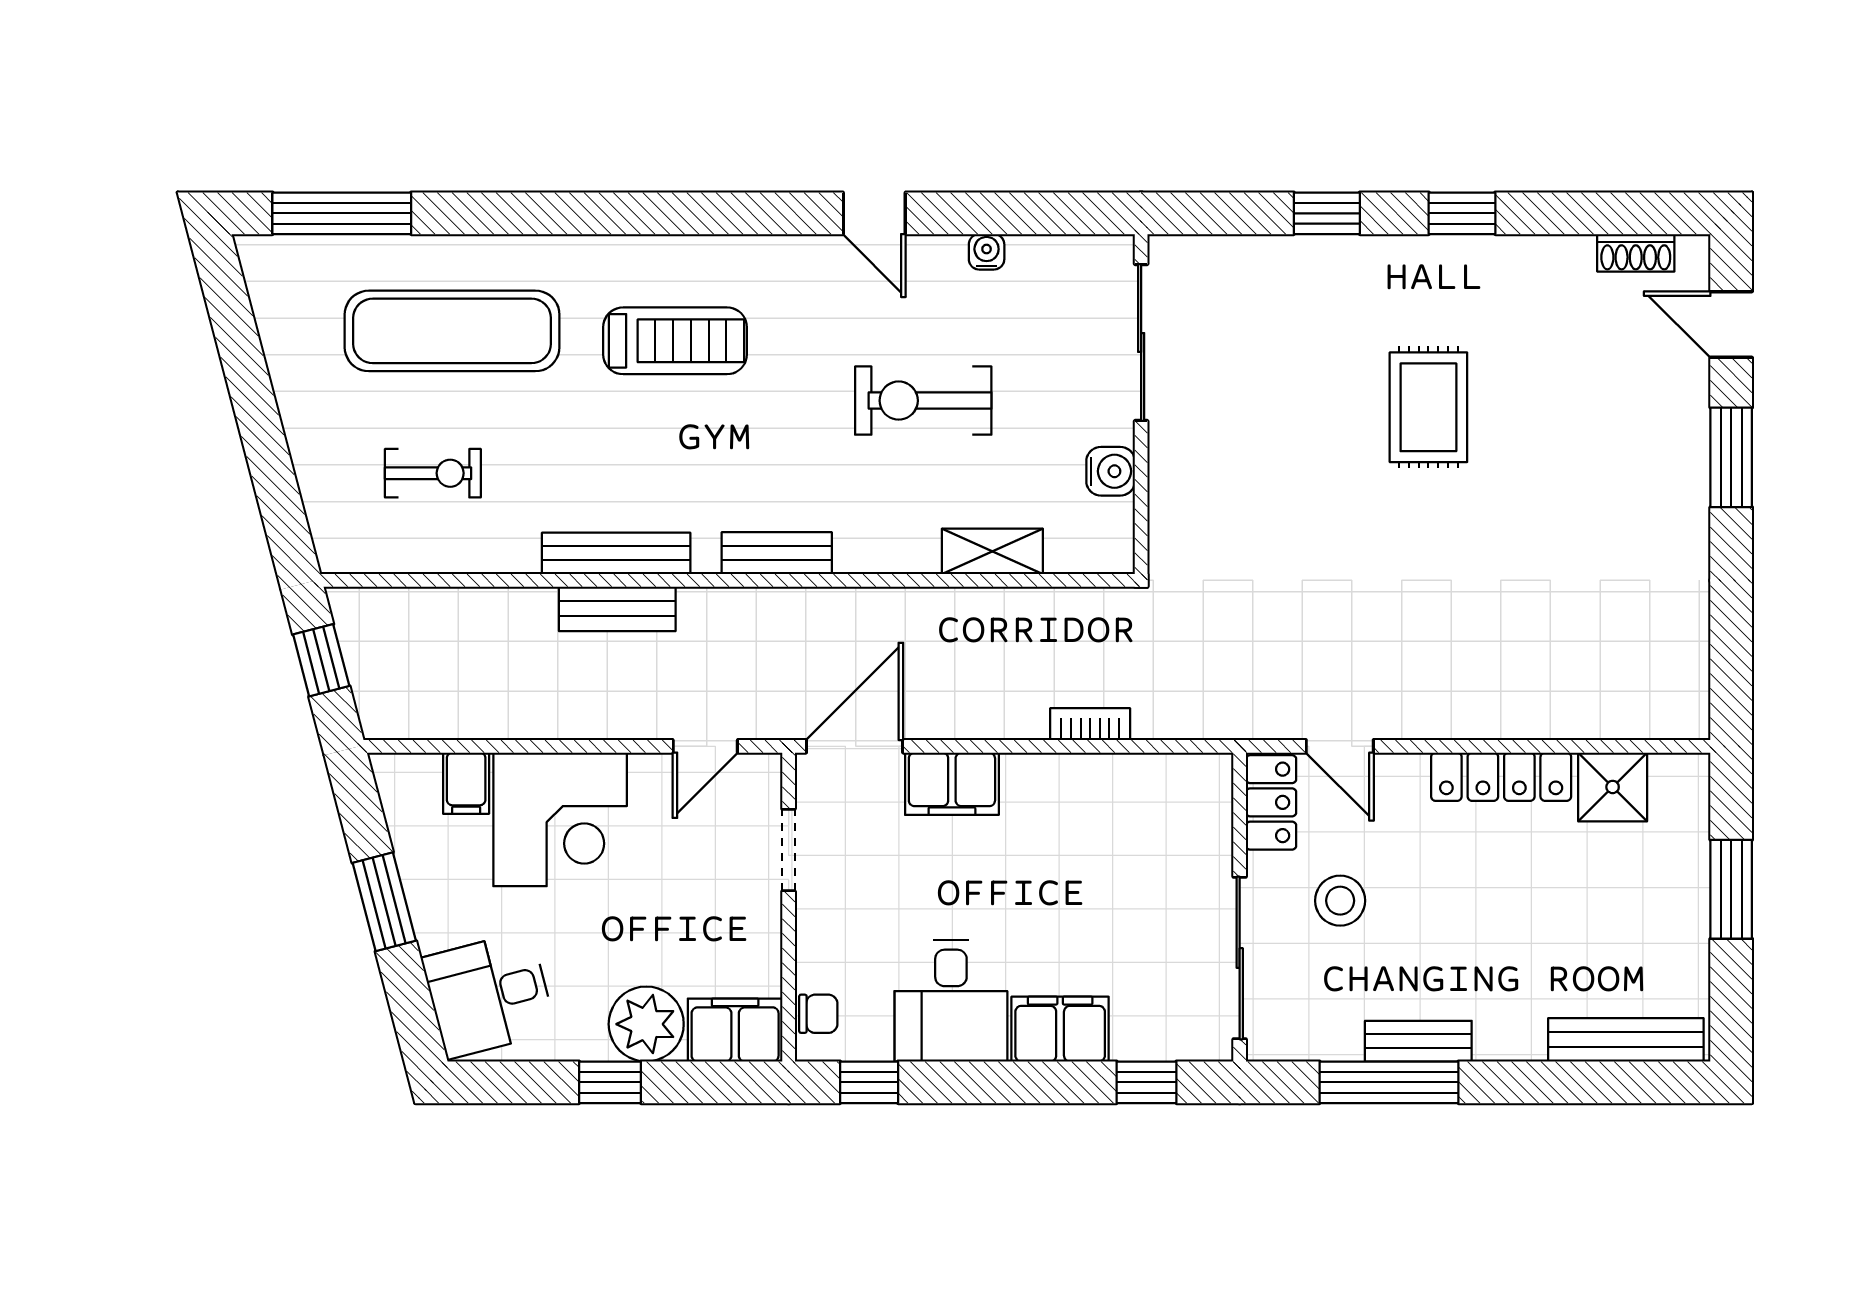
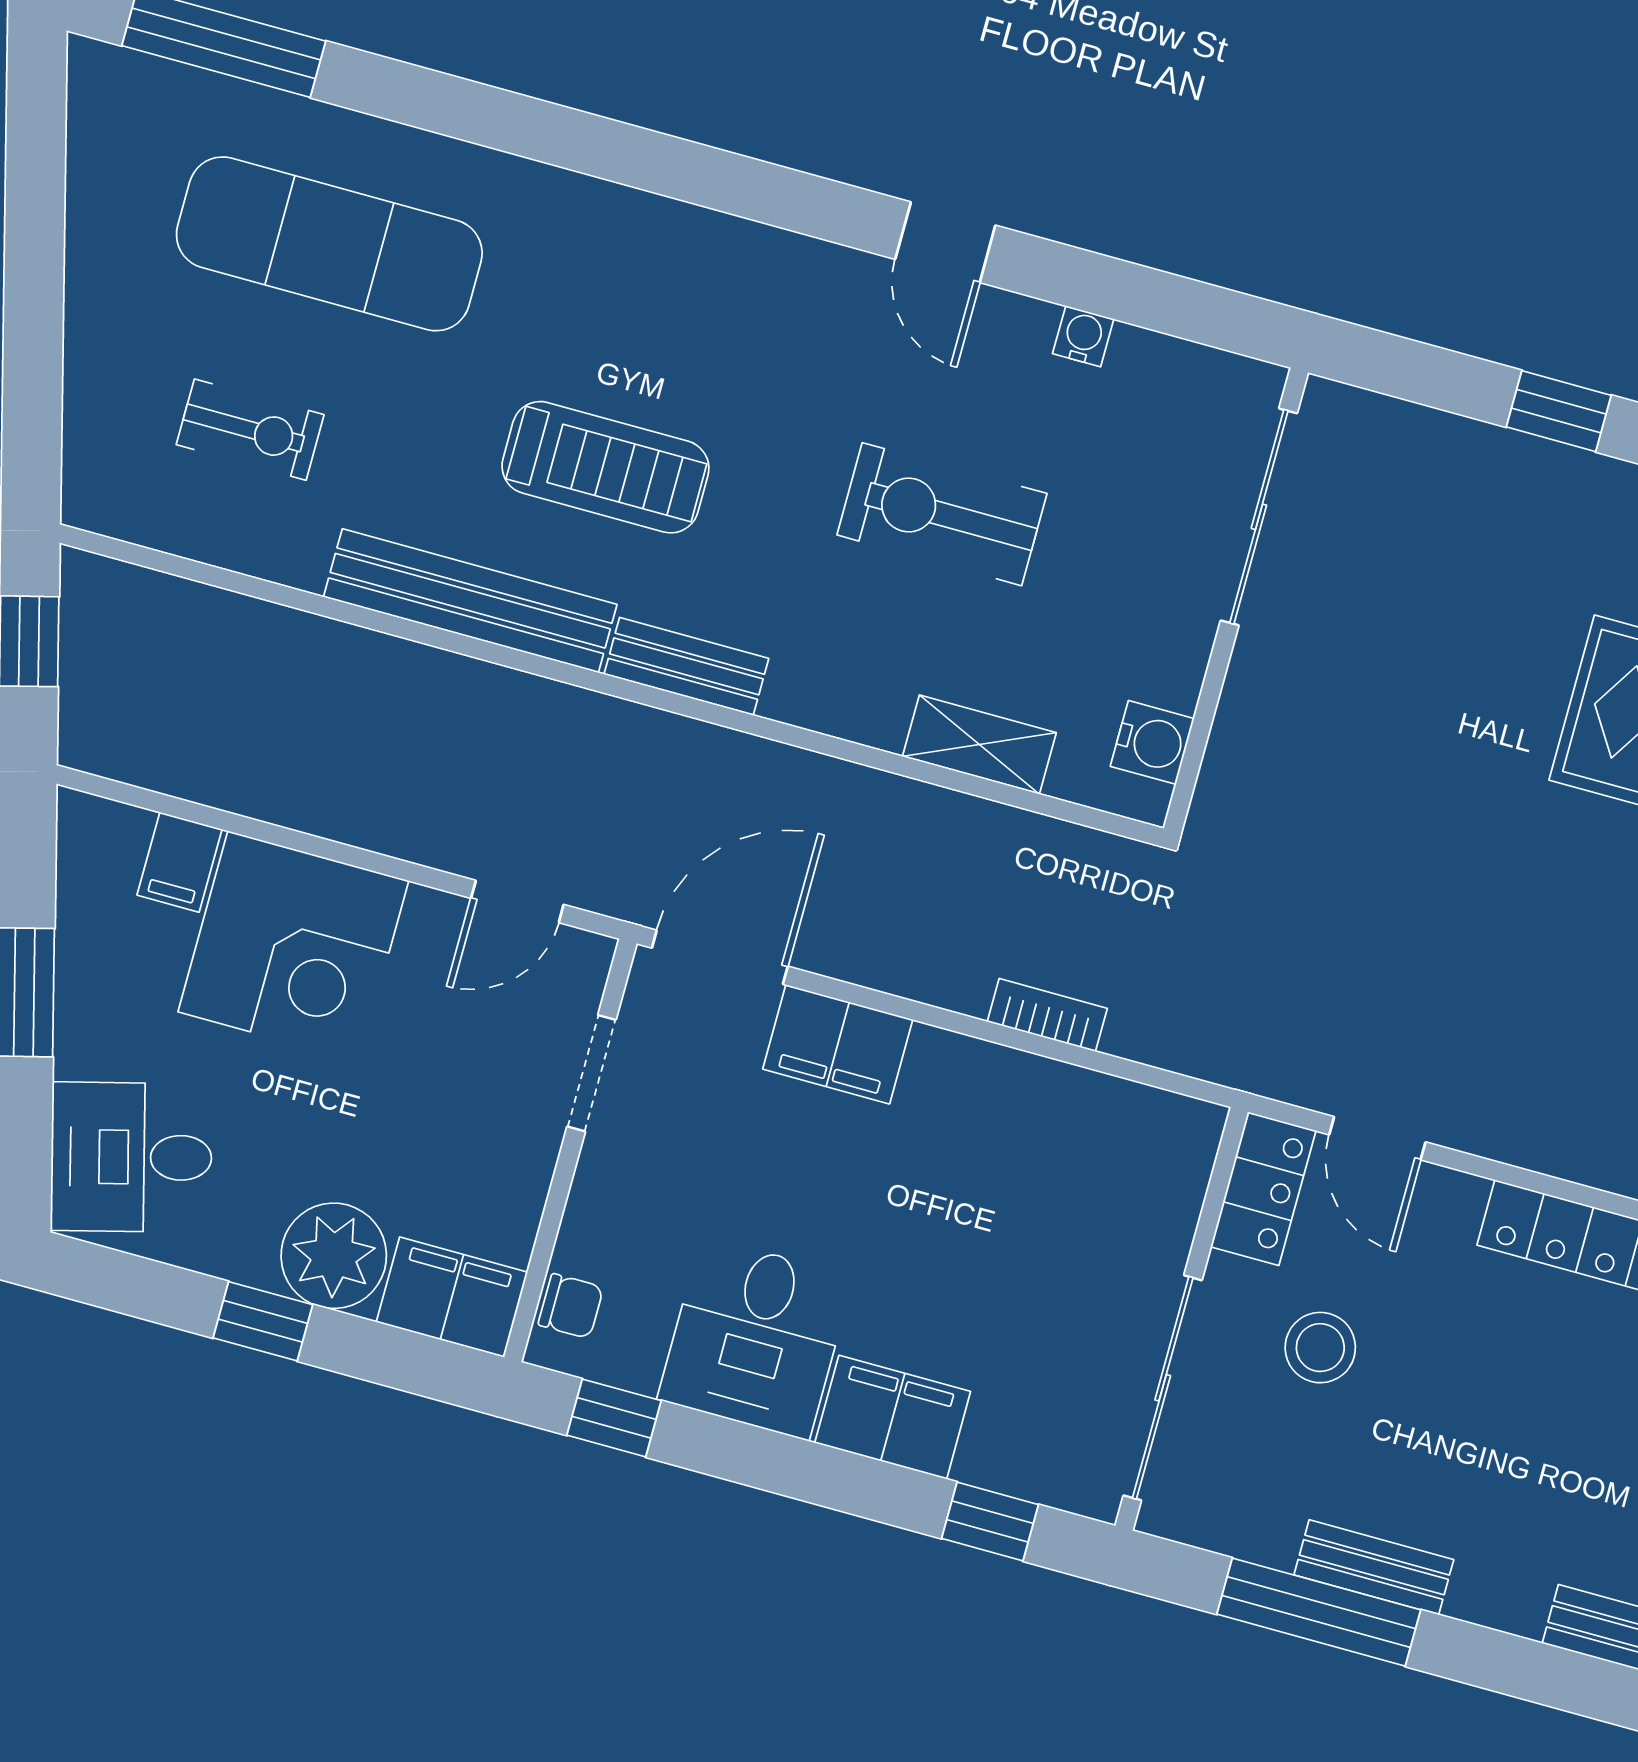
treadmill: (675, 341) -> (605, 467), moved
water cooler: (1111, 471) -> (1152, 742), moved
bench: (616, 553) -> (470, 601), width x1.37, depth x1.21
bench: (617, 609) -> (449, 682), removed

